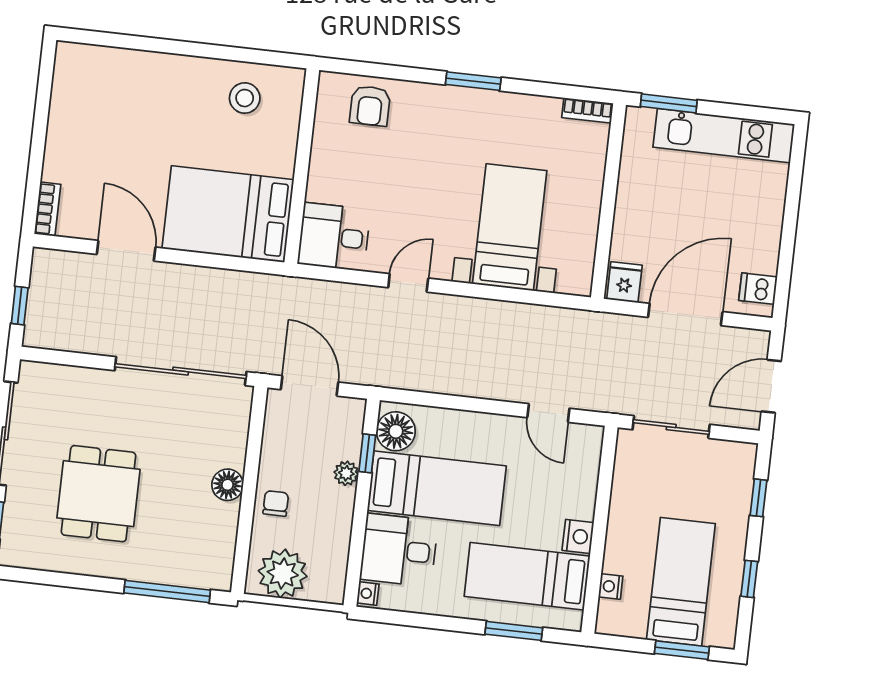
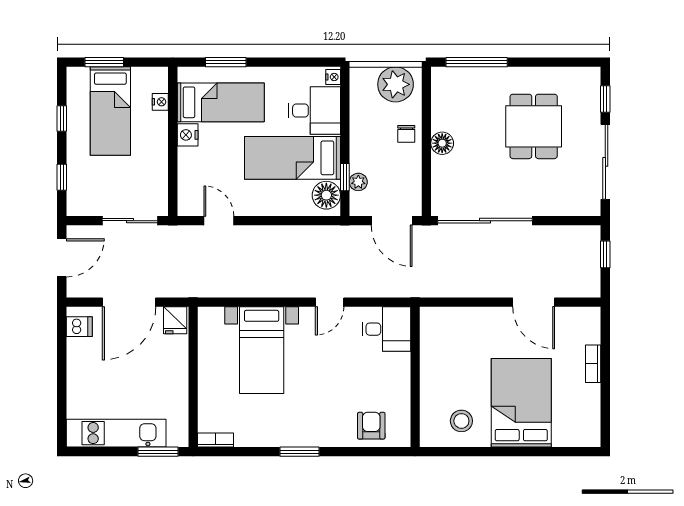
bookcase: (48, 209) -> (593, 364), moved
bed: (228, 214) -> (521, 403), moved, turned -90
plant: (346, 473) -> (358, 182), moved

